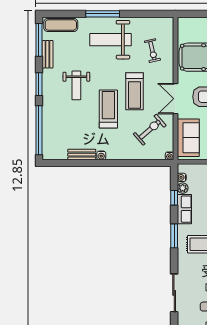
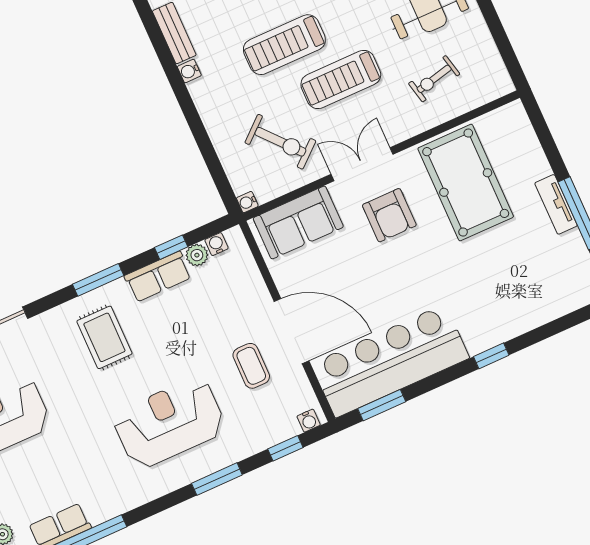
treadmill: (108, 109) -> (284, 45), turned 180

